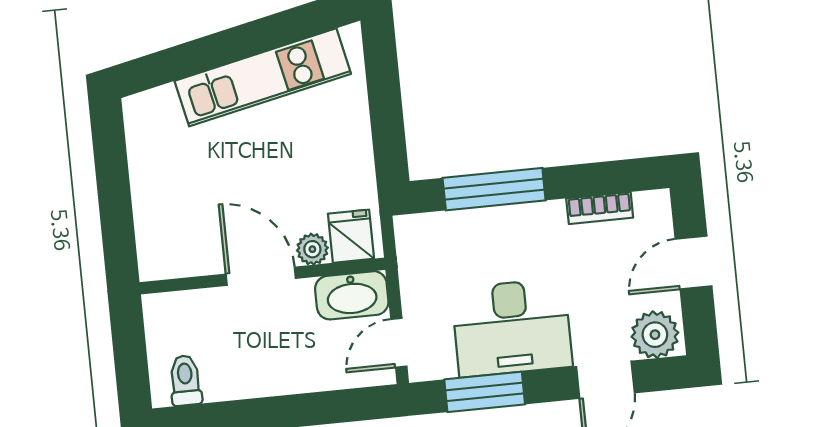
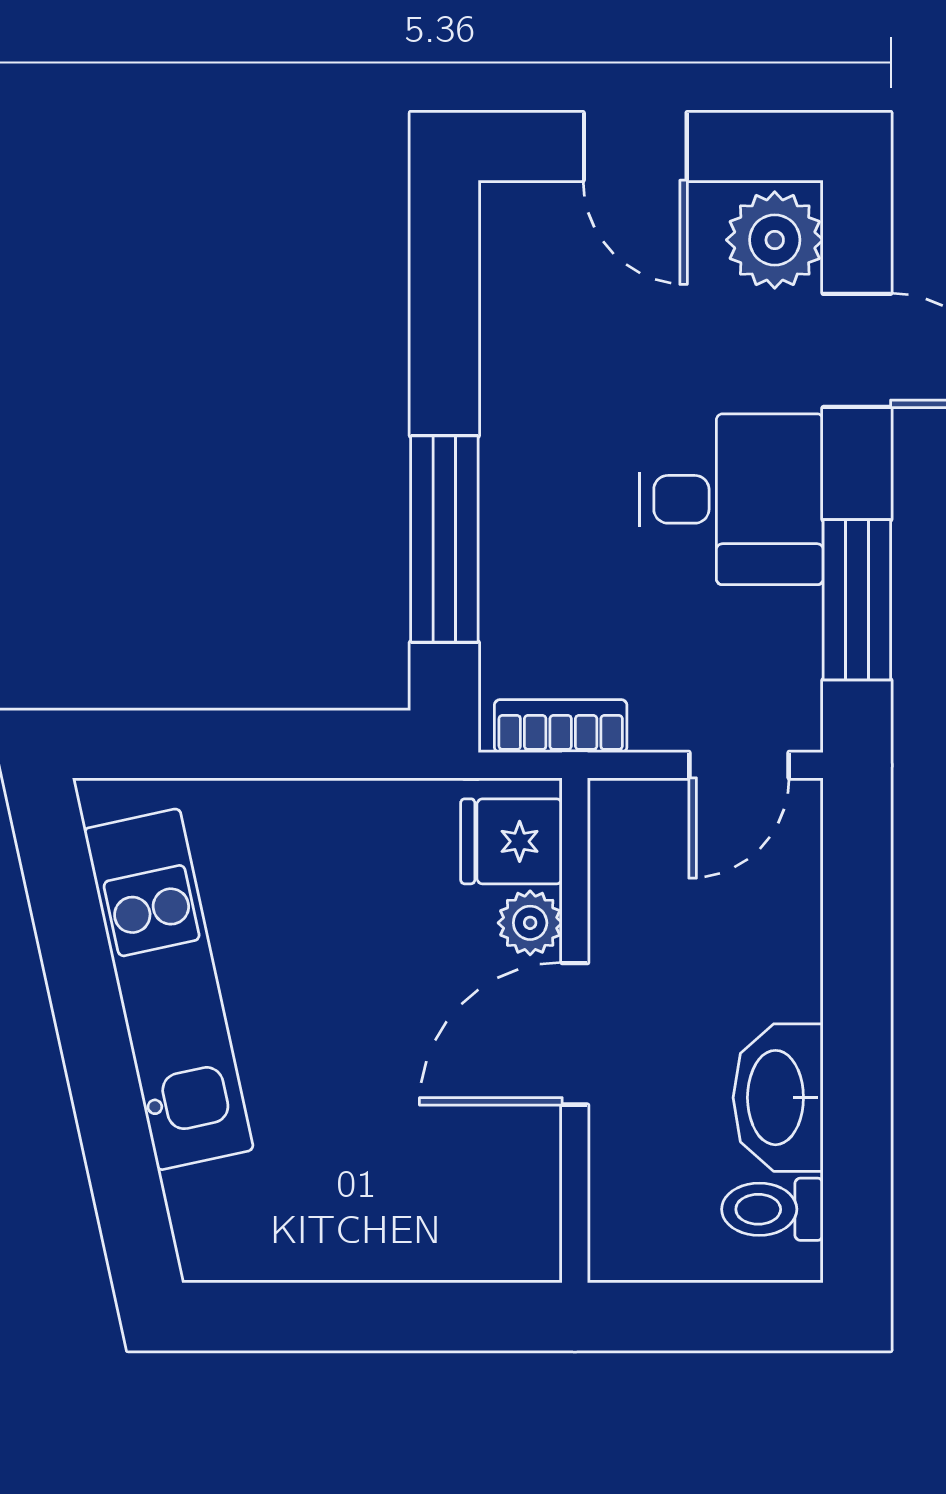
bookcase: (600, 208) -> (561, 726), moved, turned -90
washbasin: (352, 295) -> (778, 1098), moved, turned 180
desk: (512, 328) -> (731, 499), width x0.73
door: (399, 343) -> (739, 765), hinge flipped

